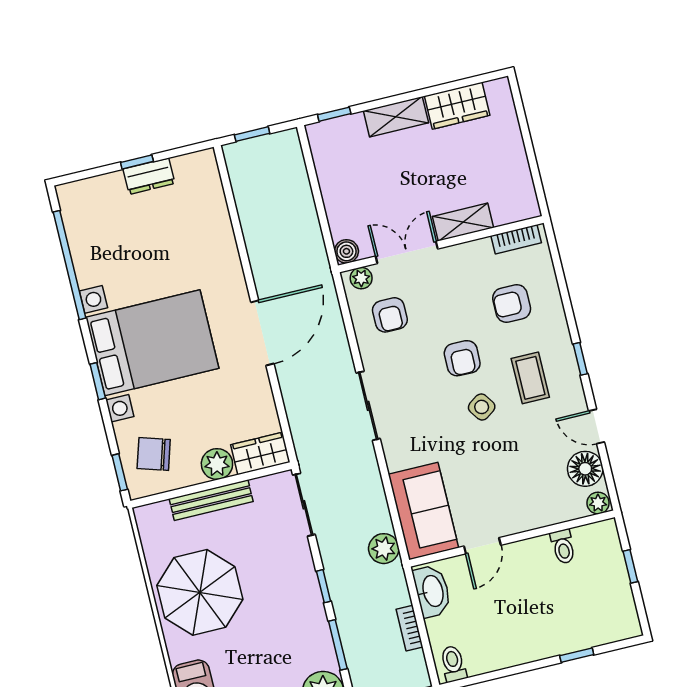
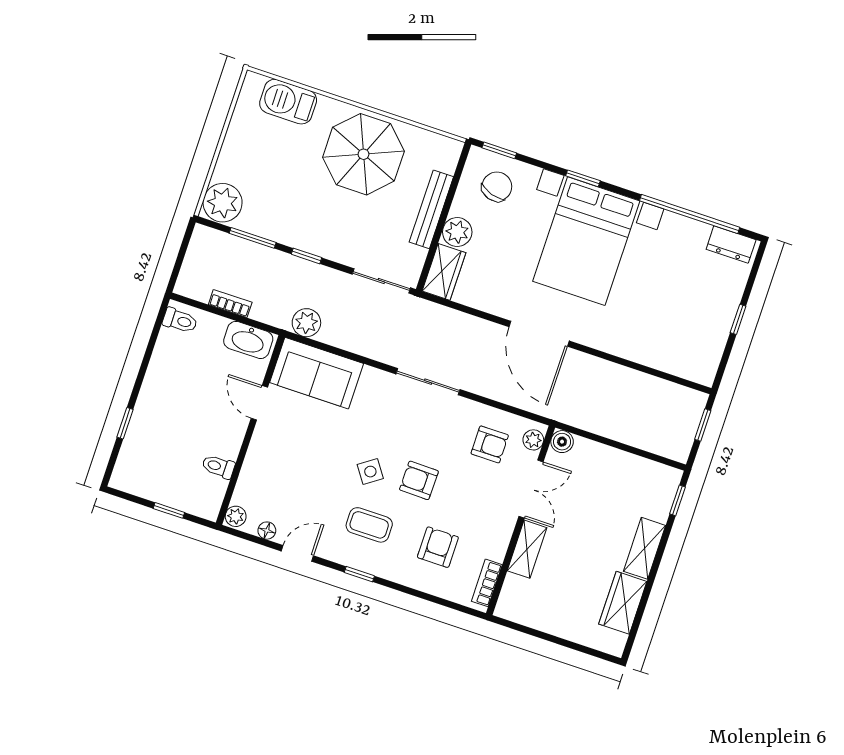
dresser: (149, 176) -> (731, 244), moved, turned -90
armchair: (390, 315) -> (490, 444), turned 180
floor lamp: (585, 469) -> (267, 531), width x0.53, depth x0.53

